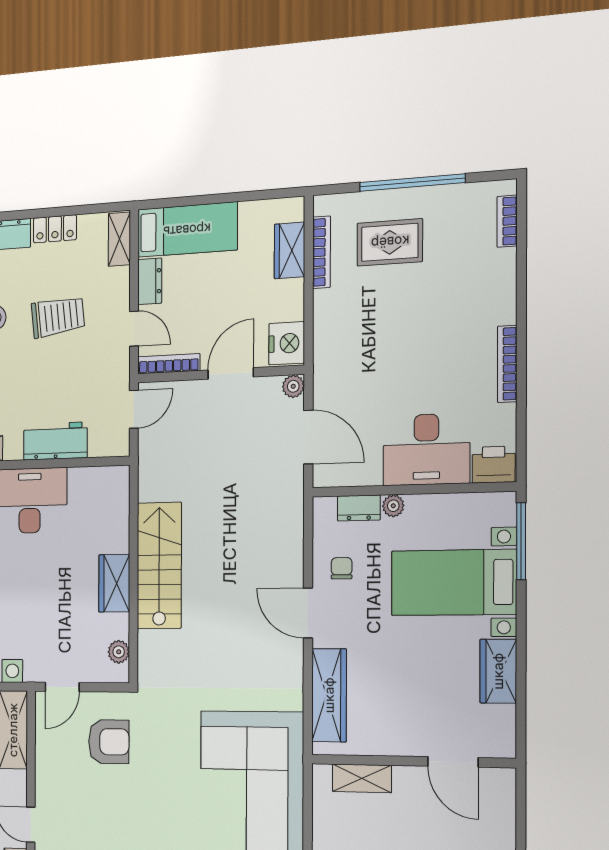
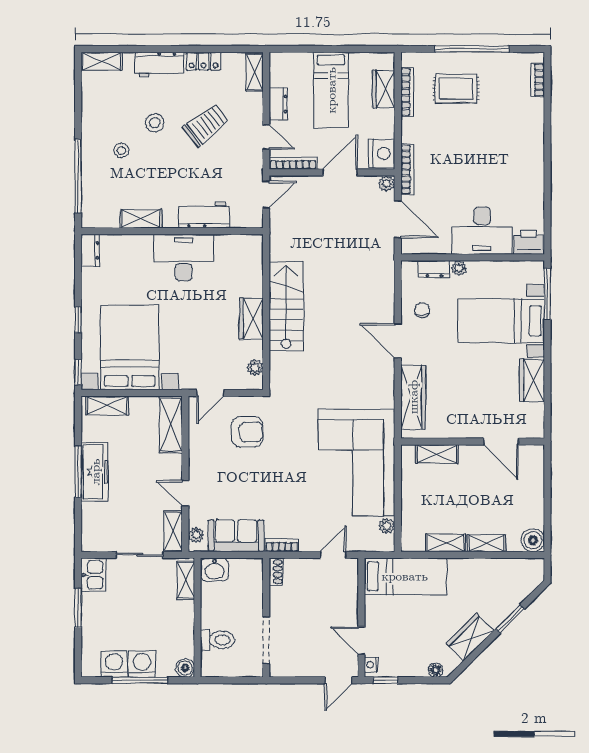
bed: (187, 230) -> (331, 90), moved, turned 90
trolley: (58, 317) -> (206, 125), turned -32
bookcase: (507, 364) -> (407, 169), moved, turned 180

